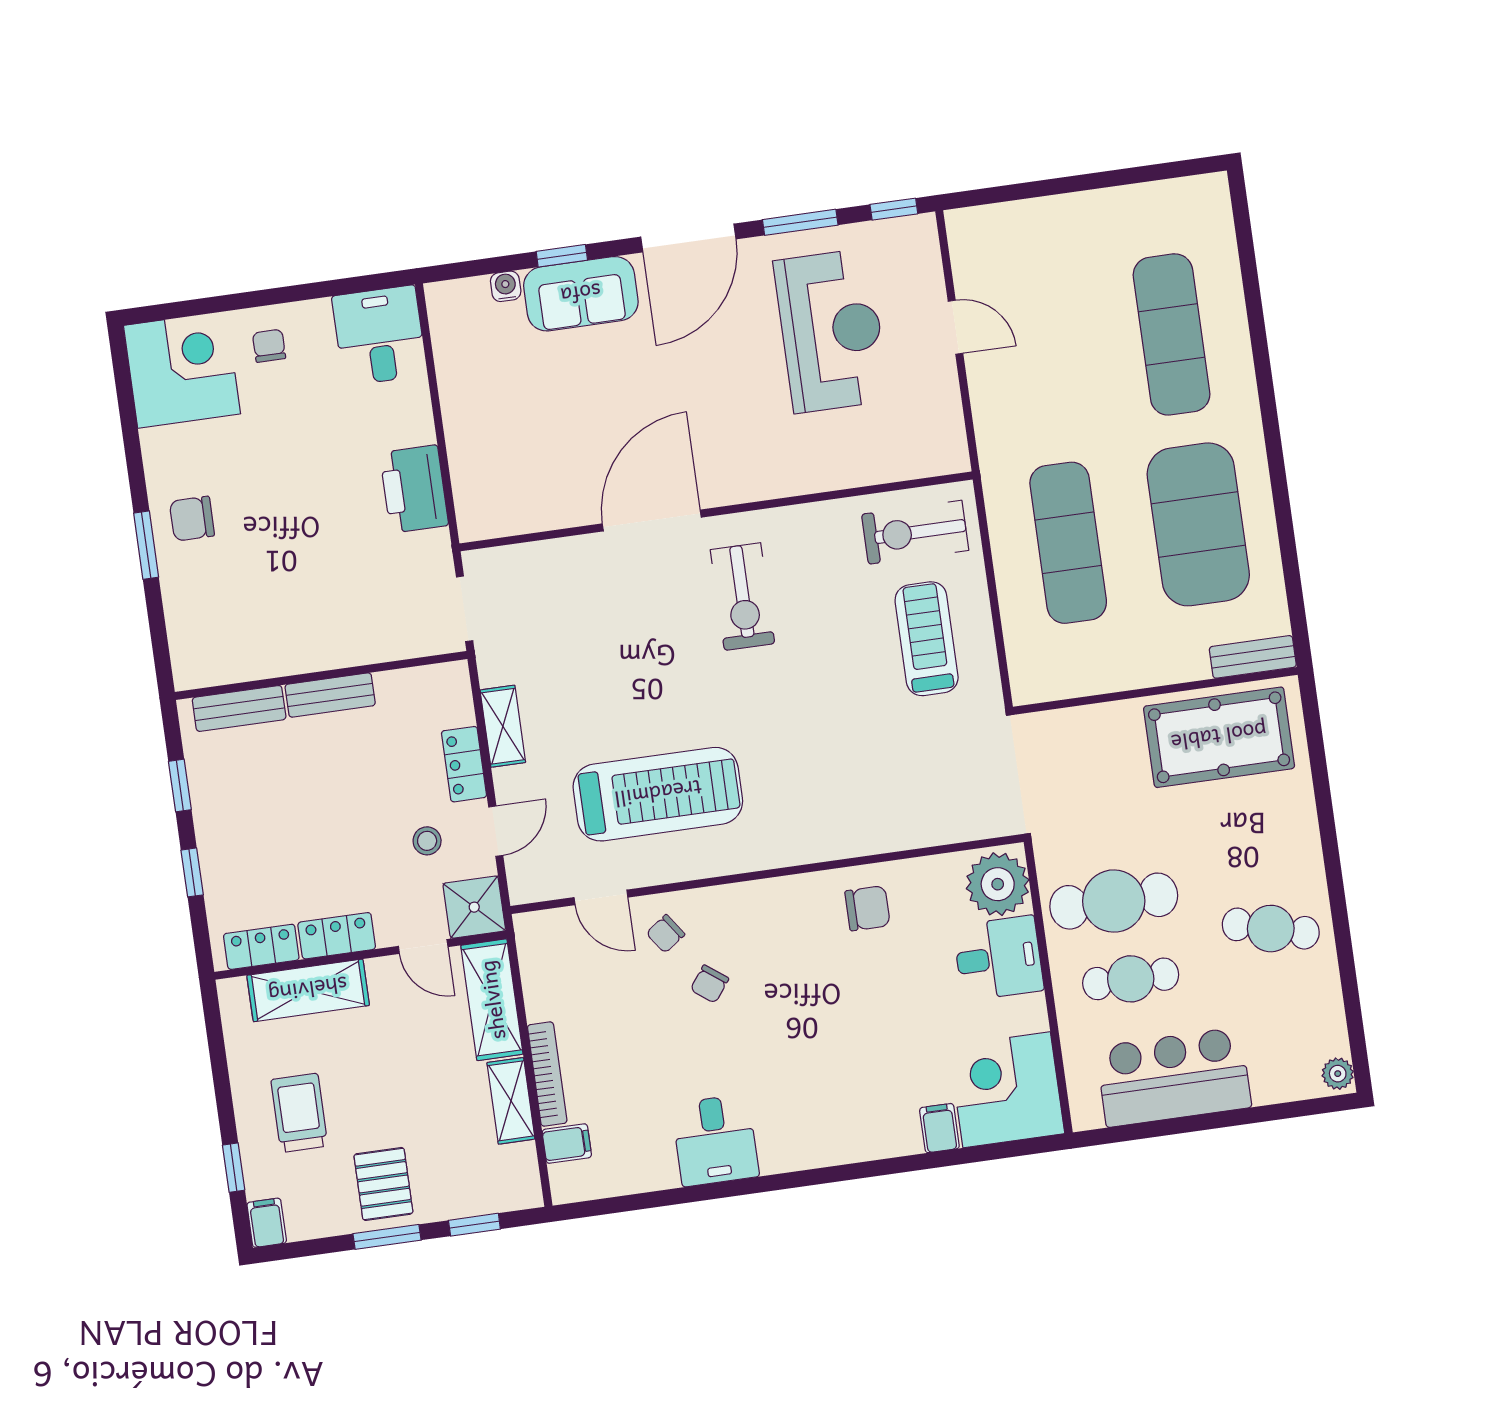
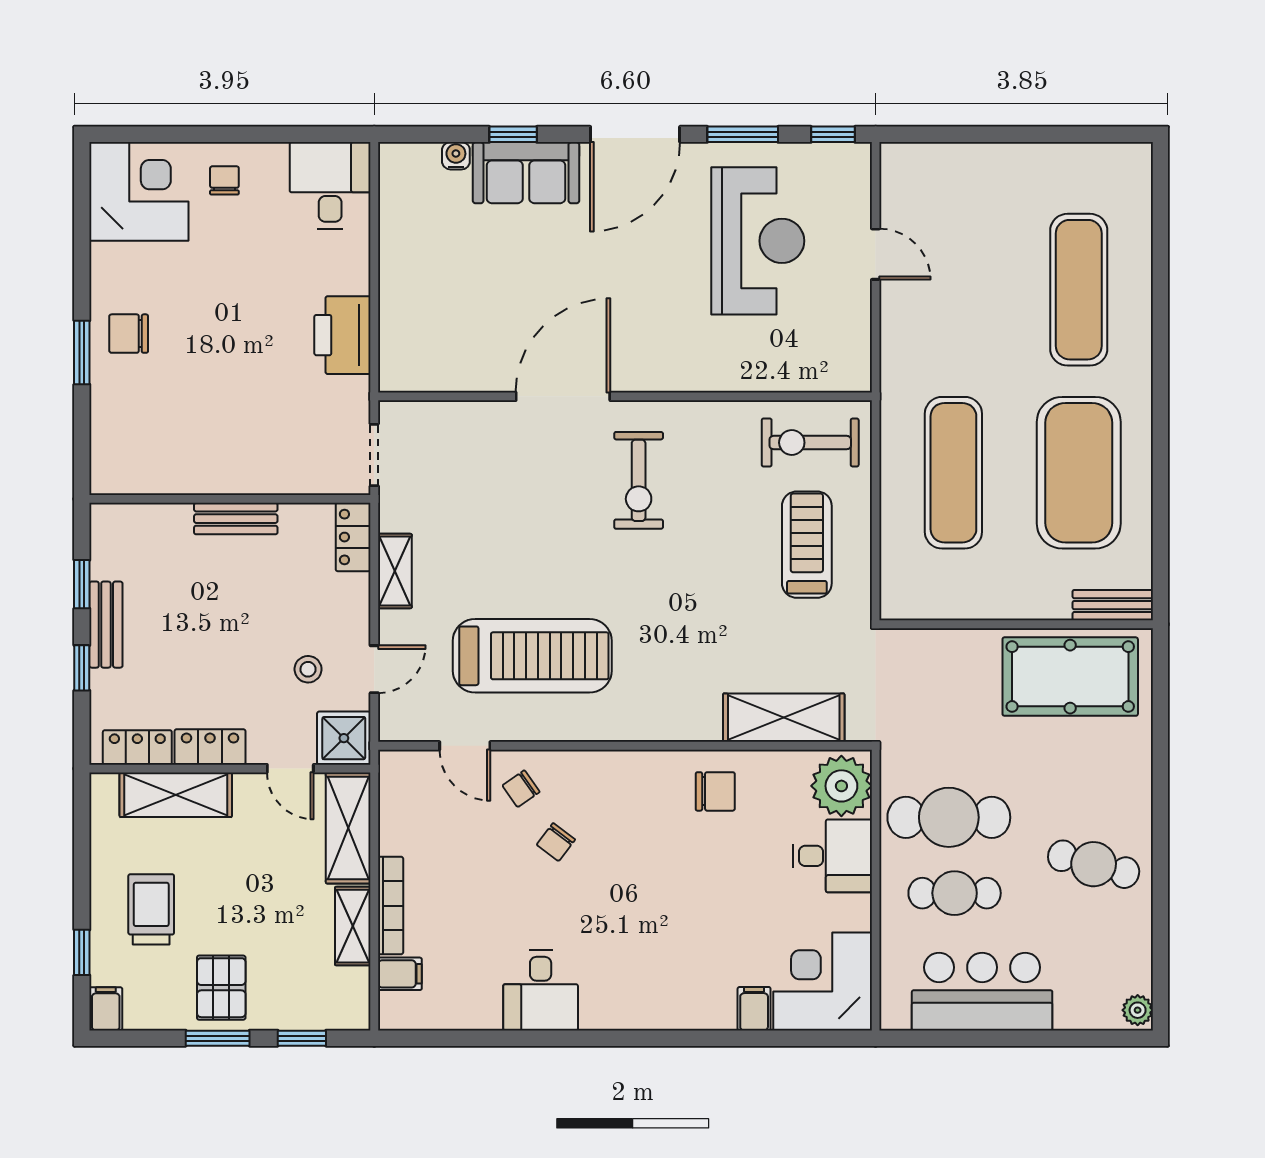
bench: (239, 708) -> (106, 625), moved, turned 90
locker: (464, 764) -> (353, 537), moved
shelving: (928, 822) -> (784, 718), added

